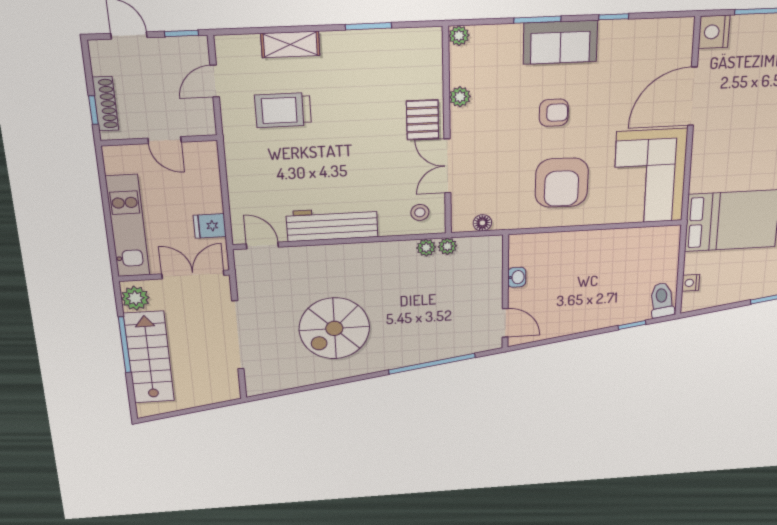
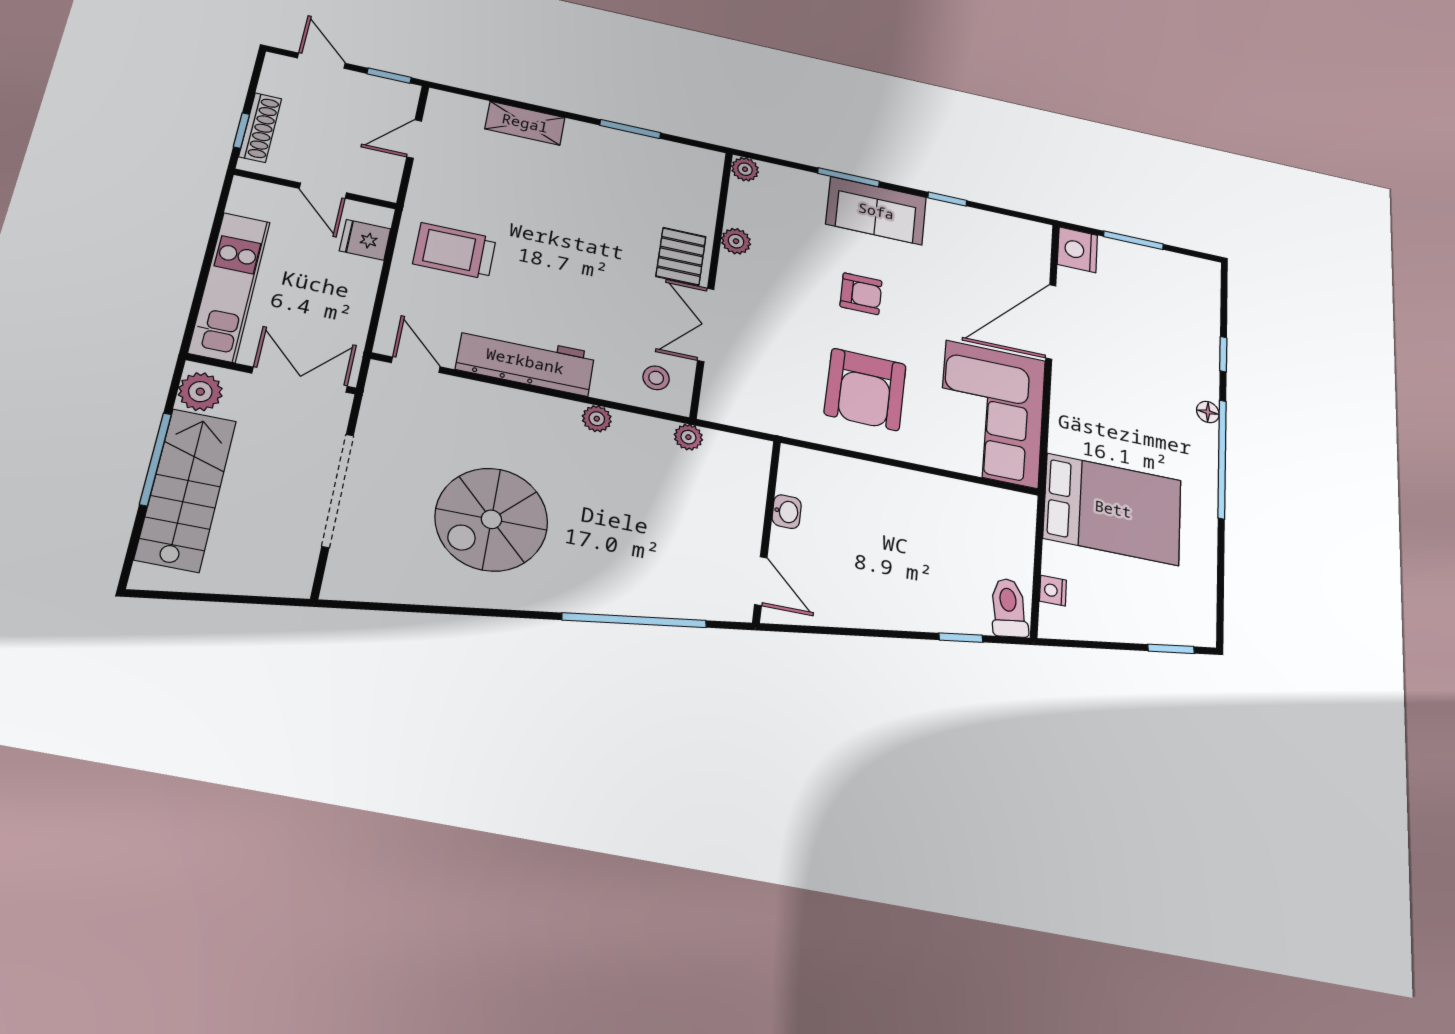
trolley: (283, 110) -> (455, 251), moved
floor lamp: (482, 223) -> (745, 416), removed
fridge: (210, 226) -> (365, 240), moved
plant: (426, 248) -> (597, 419), moved

